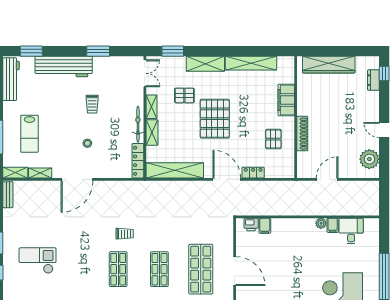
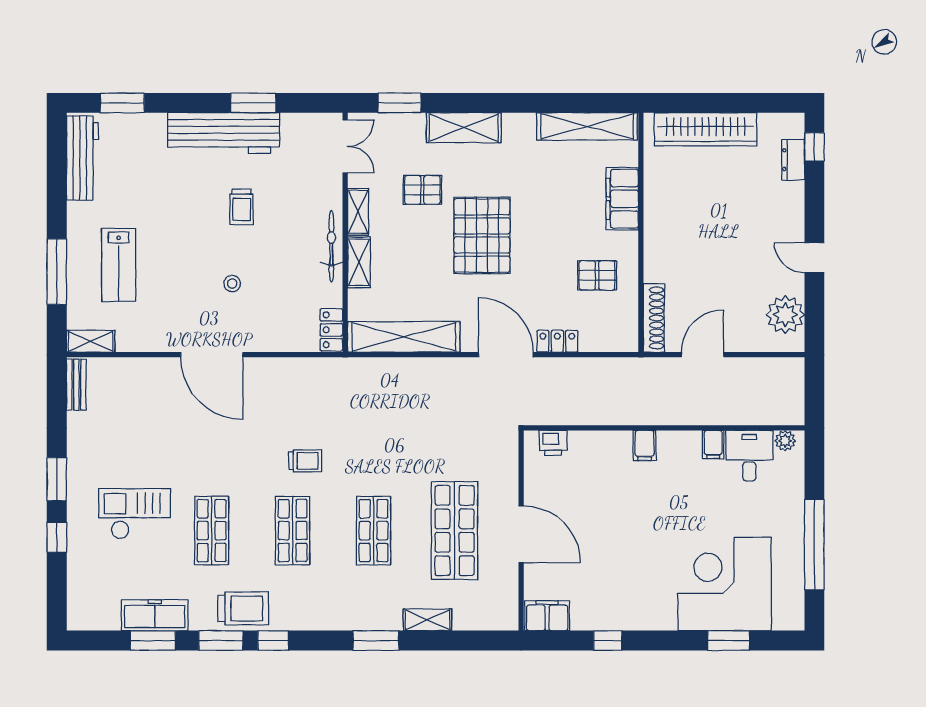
shelving: (251, 63) -> (587, 126), moved
workbench: (64, 67) -> (224, 133), moved
shoe rack: (302, 134) -> (654, 318), moved
pallet: (273, 139) -> (597, 275), turned 90
locker: (138, 161) -> (331, 330), width x0.66
shelving: (40, 173) -> (140, 342), removed
door: (77, 179) -> (212, 355), hinge flipped
plant: (321, 223) -> (785, 441), moved
filing cabinet: (265, 226) -> (645, 445), moved
shop shelf: (77, 269) -> (212, 531), added

